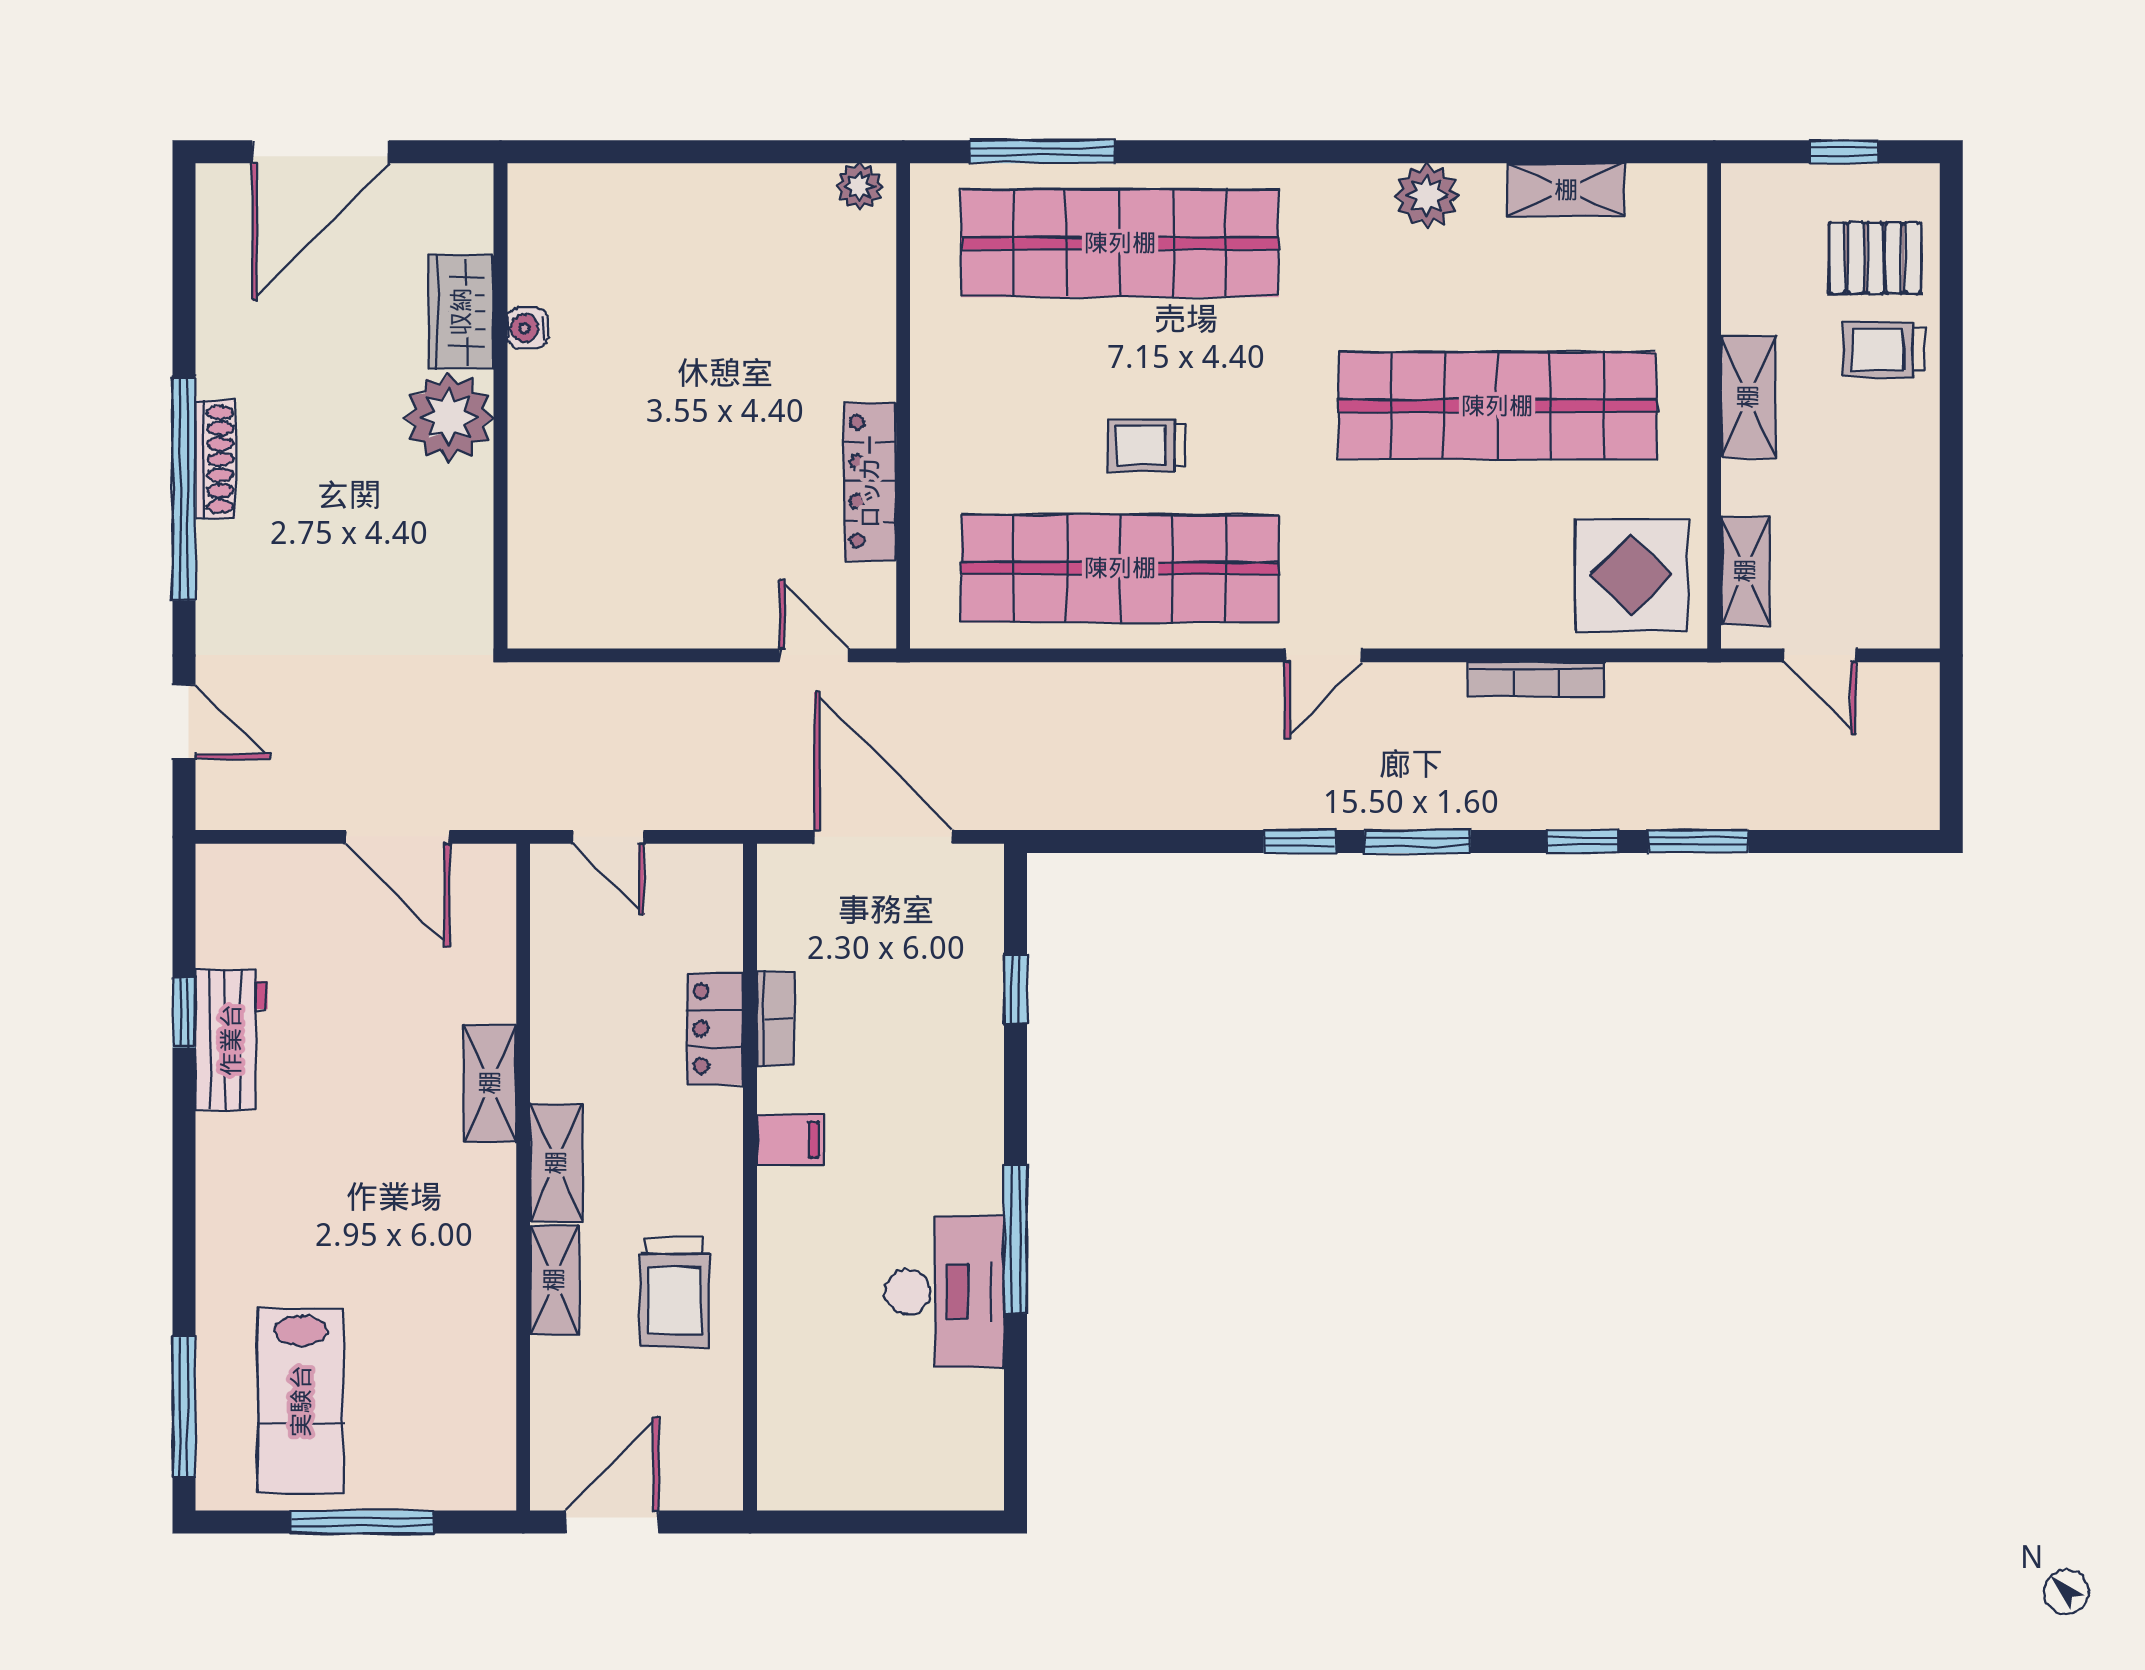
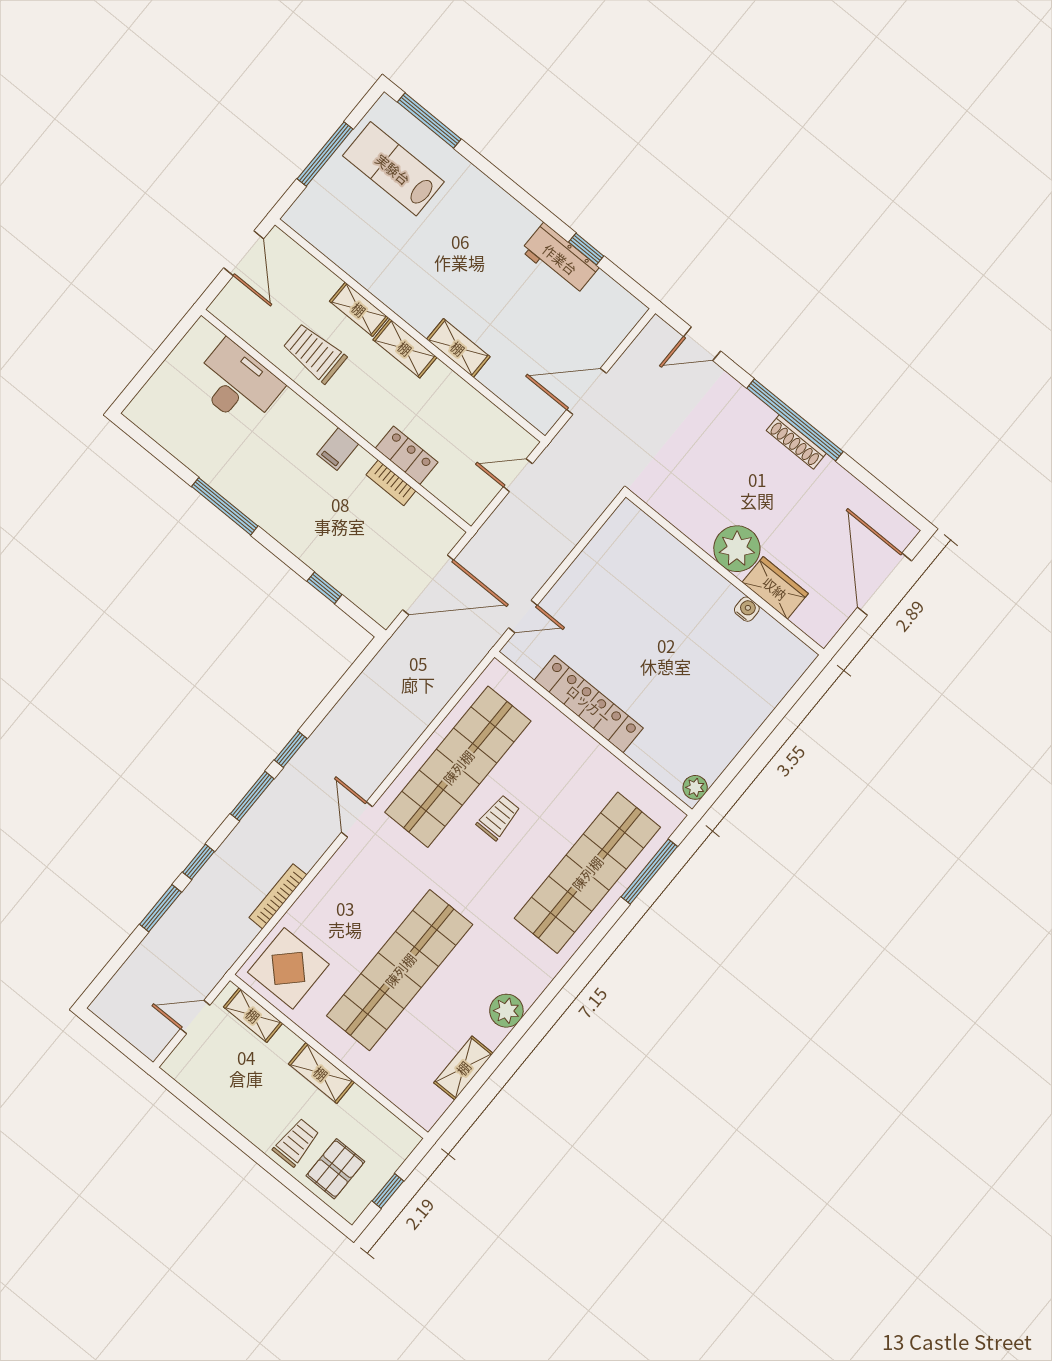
locker: (870, 481) -> (589, 704), width x1.41, depth x1.21
desk: (945, 1292) -> (237, 384), moved, turned 180

